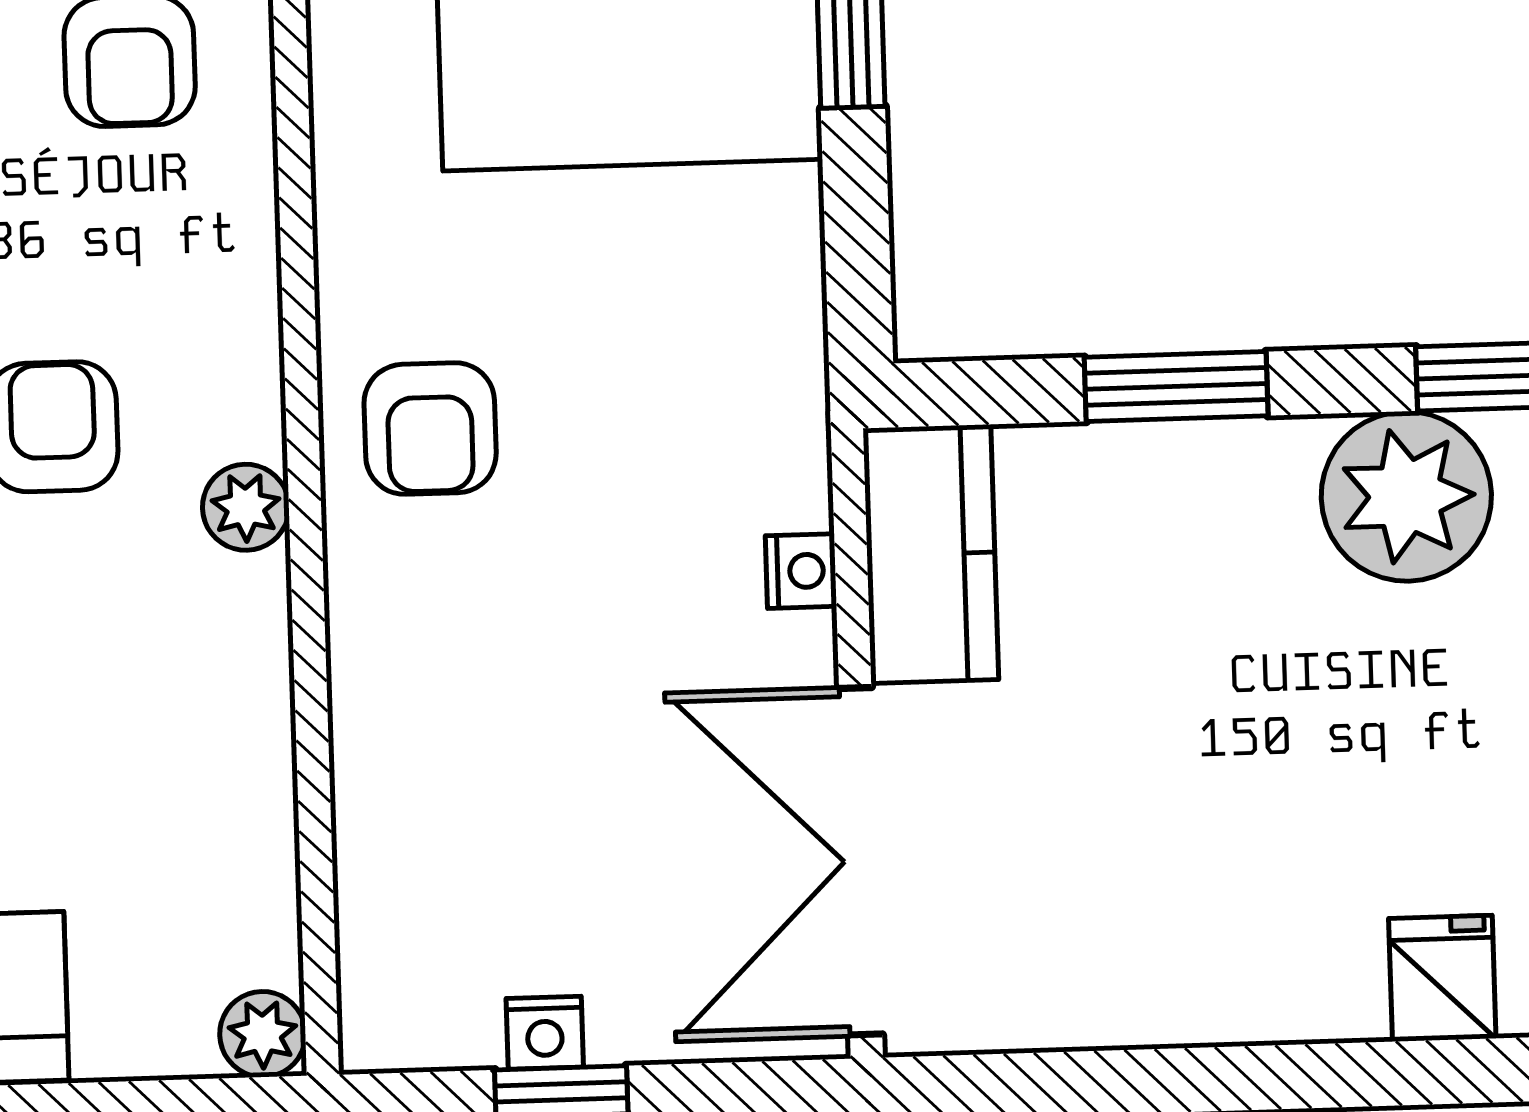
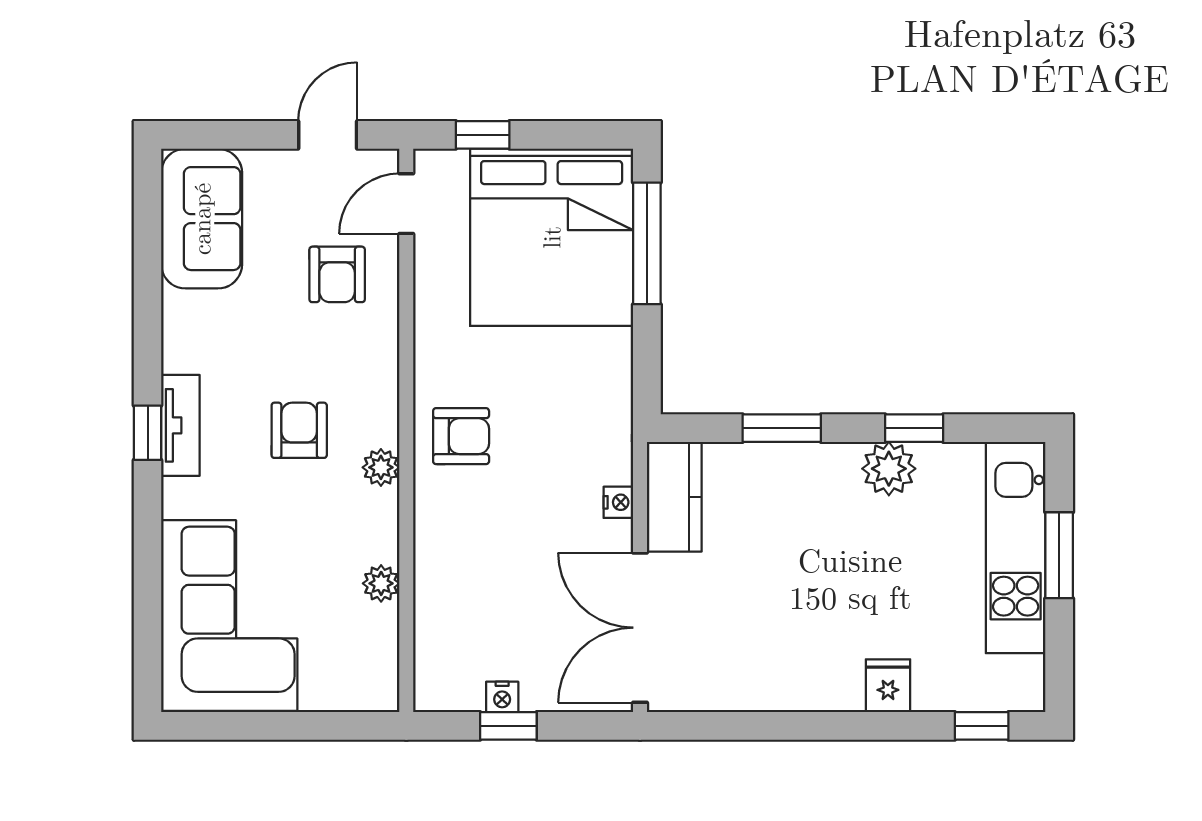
armchair: (430, 429) -> (461, 436), turned -90
plant: (1406, 496) -> (889, 469), width x0.73, depth x0.73
plant: (263, 1034) -> (381, 583), moved

